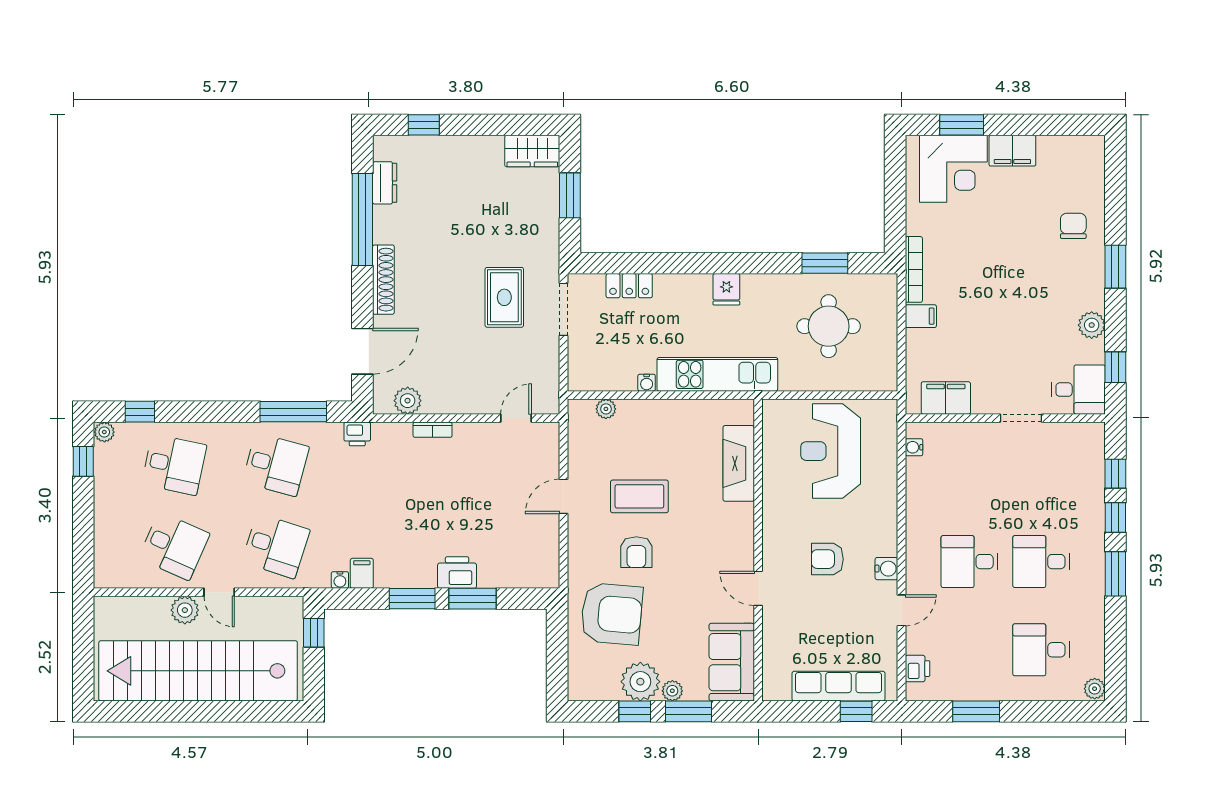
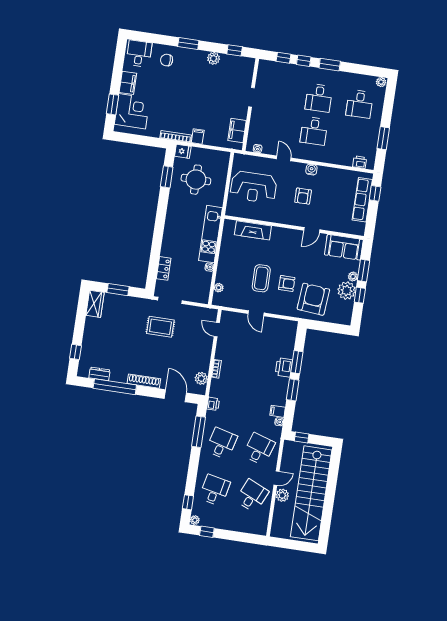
fridge: (726, 289) -> (183, 151), moved
desk: (1078, 390) -> (139, 53), moved
door: (902, 610) -> (284, 158), moved

